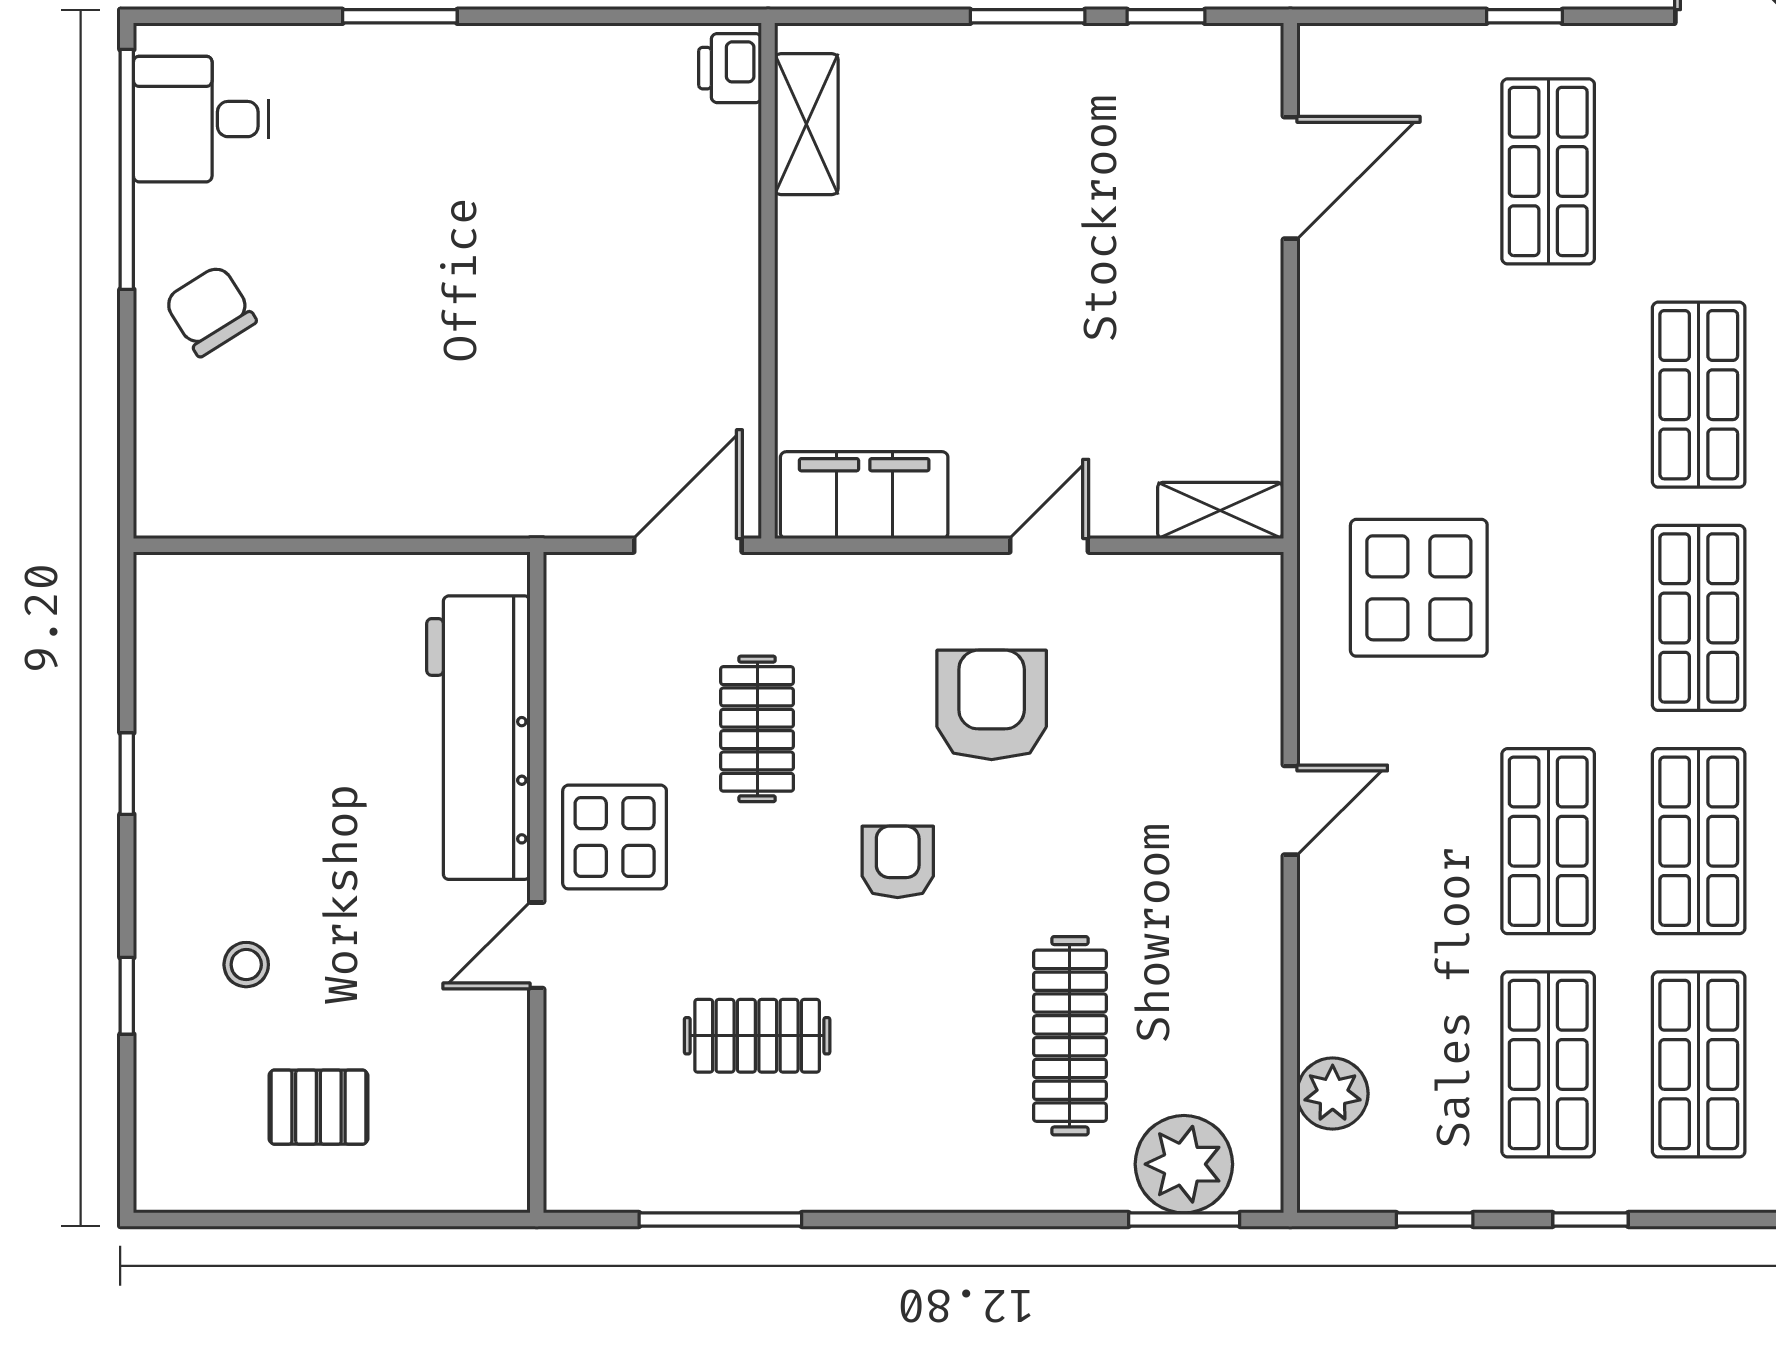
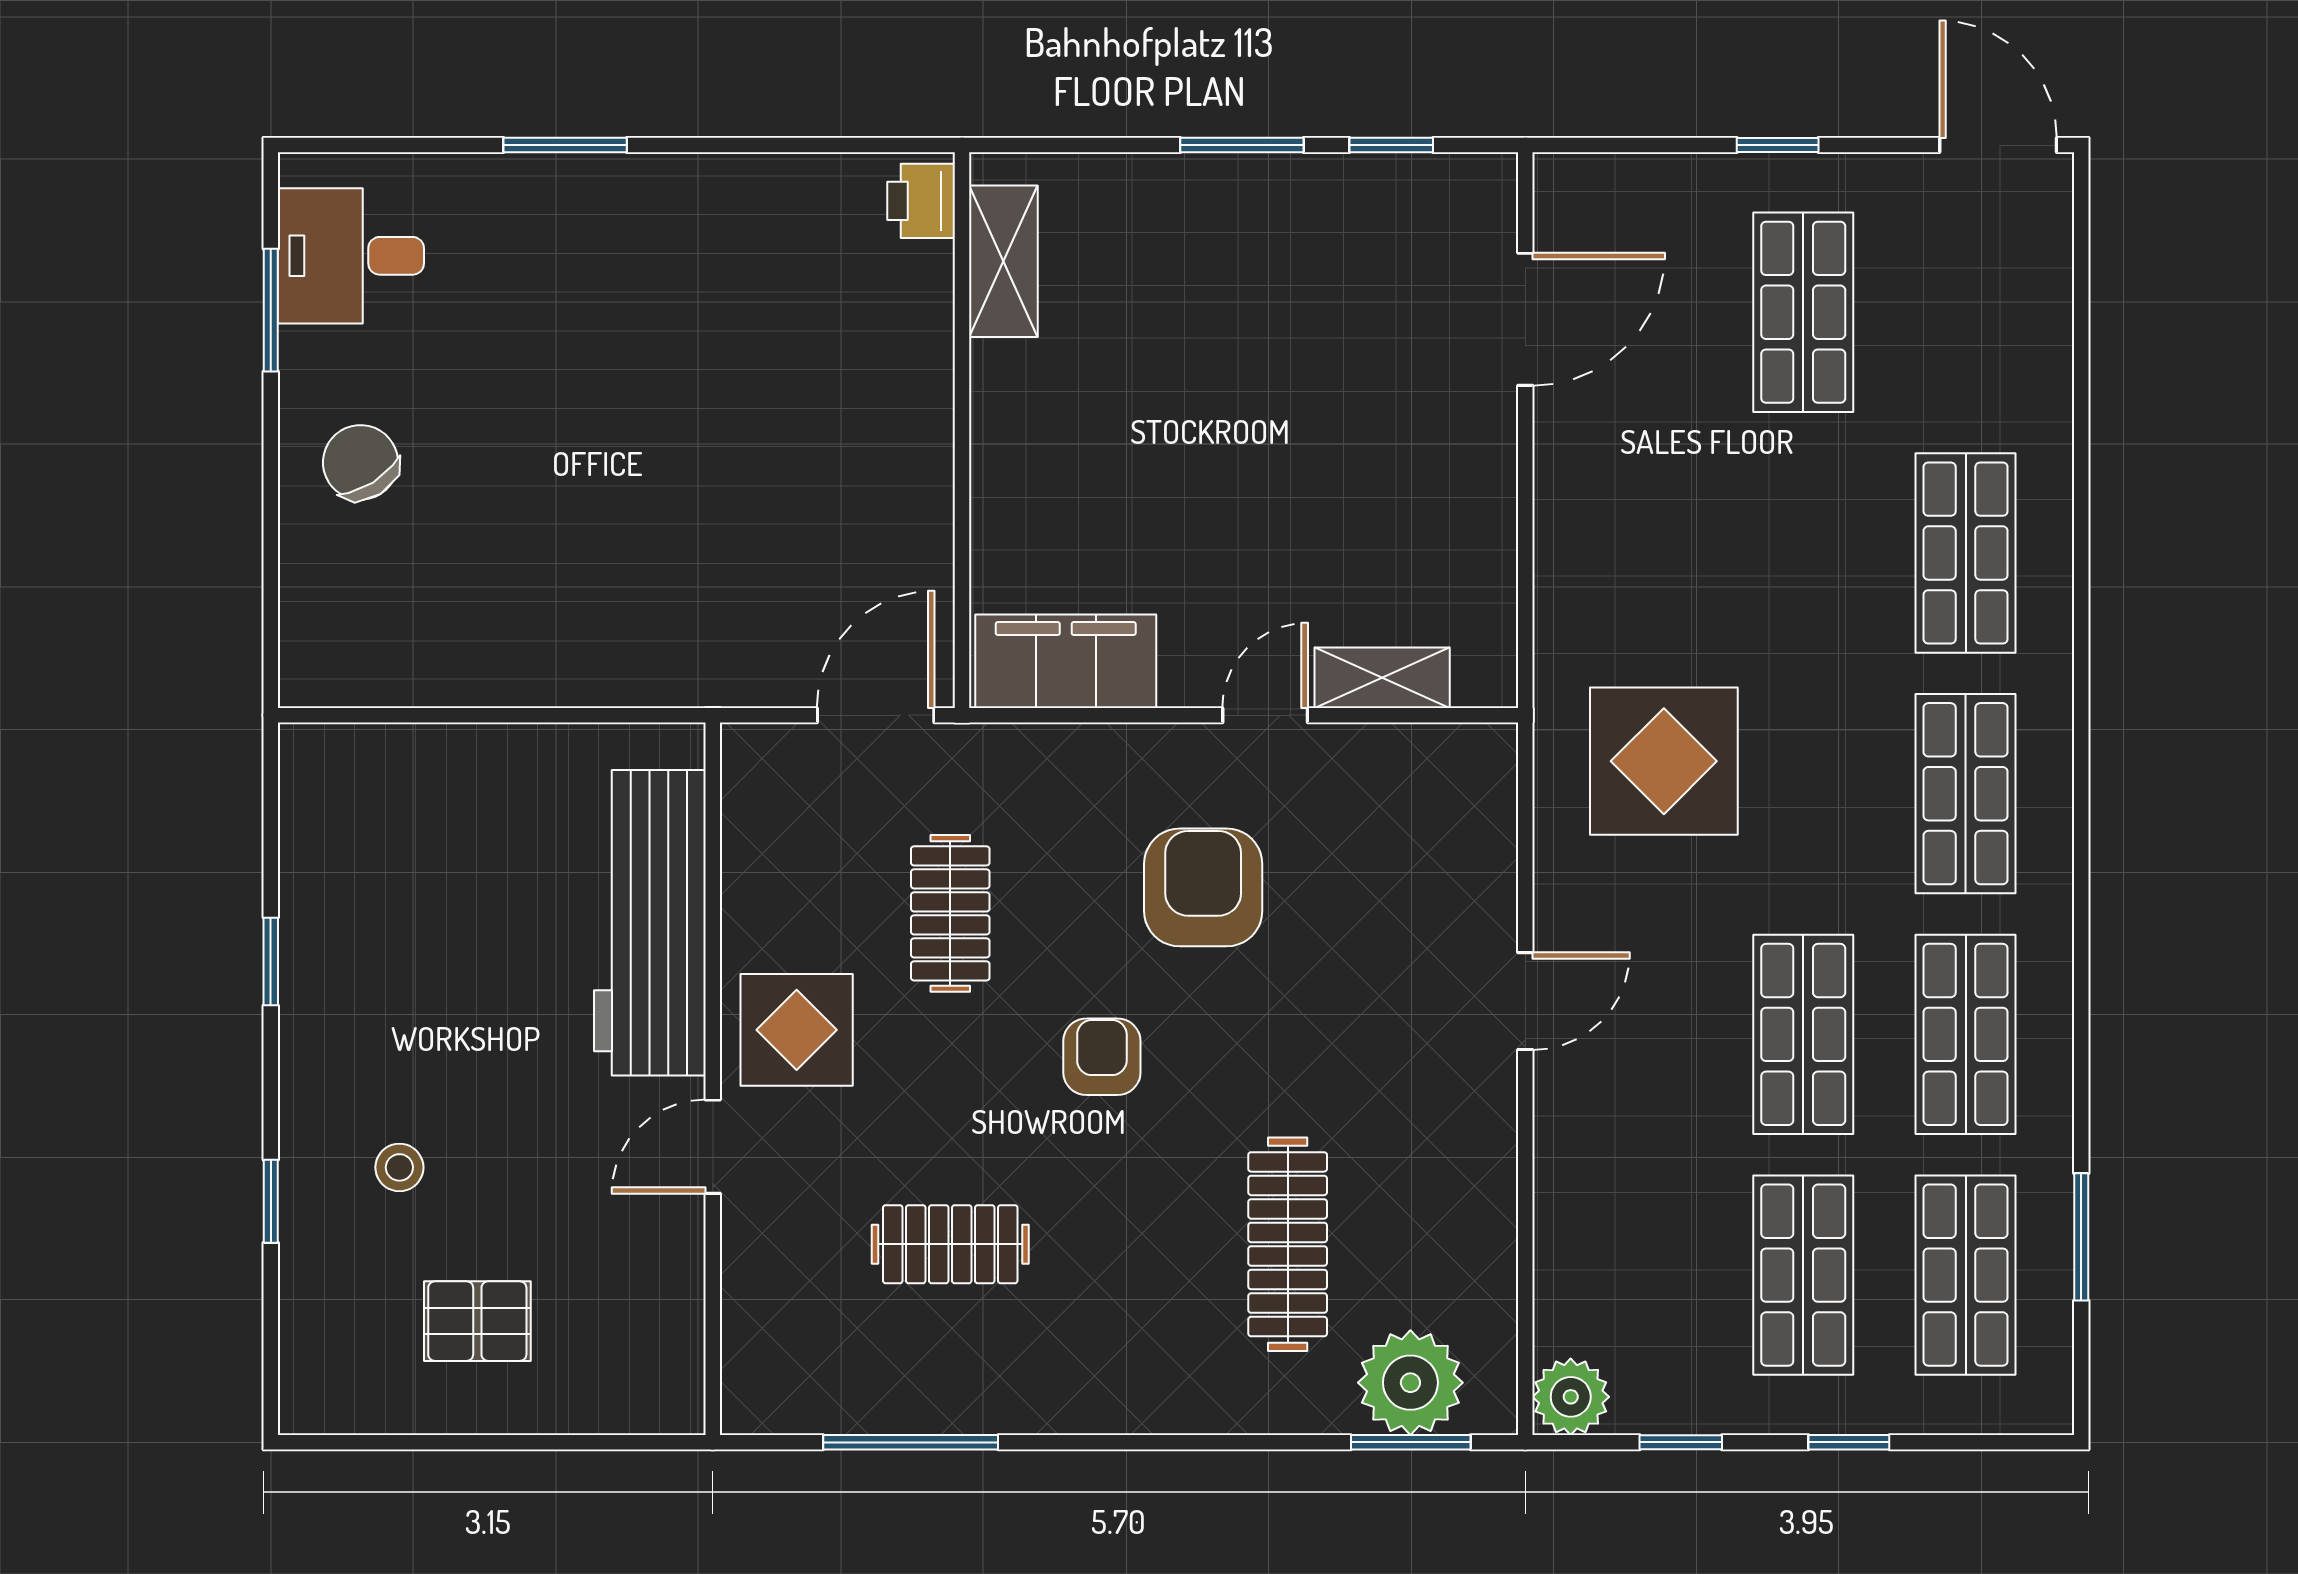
window: (127, 169) -> (271, 310), width x0.47
shelving: (1220, 510) -> (1382, 678), moved
plant: (1333, 1094) -> (1571, 1397), moved

